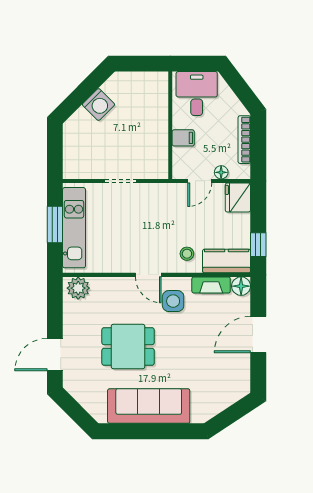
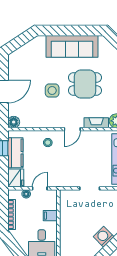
kitchen counter: (227, 261) -> (15, 153), moved, turned -90
door: (148, 275) -> (72, 129), swing flipped
fireplace: (211, 285) -> (96, 123), moved
side table: (173, 301) -> (52, 90), moved

